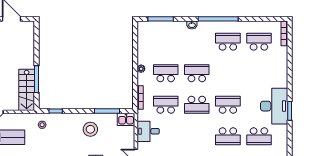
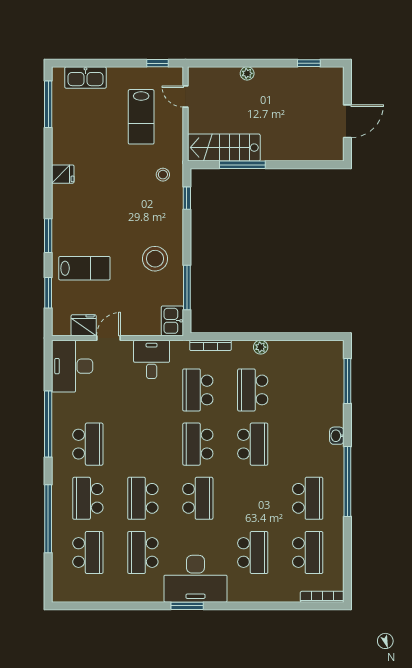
school desk: (166, 73) -> (253, 390), turned 180
school desk: (259, 73) -> (253, 552), added
school desk: (166, 105) -> (198, 390), turned 180

